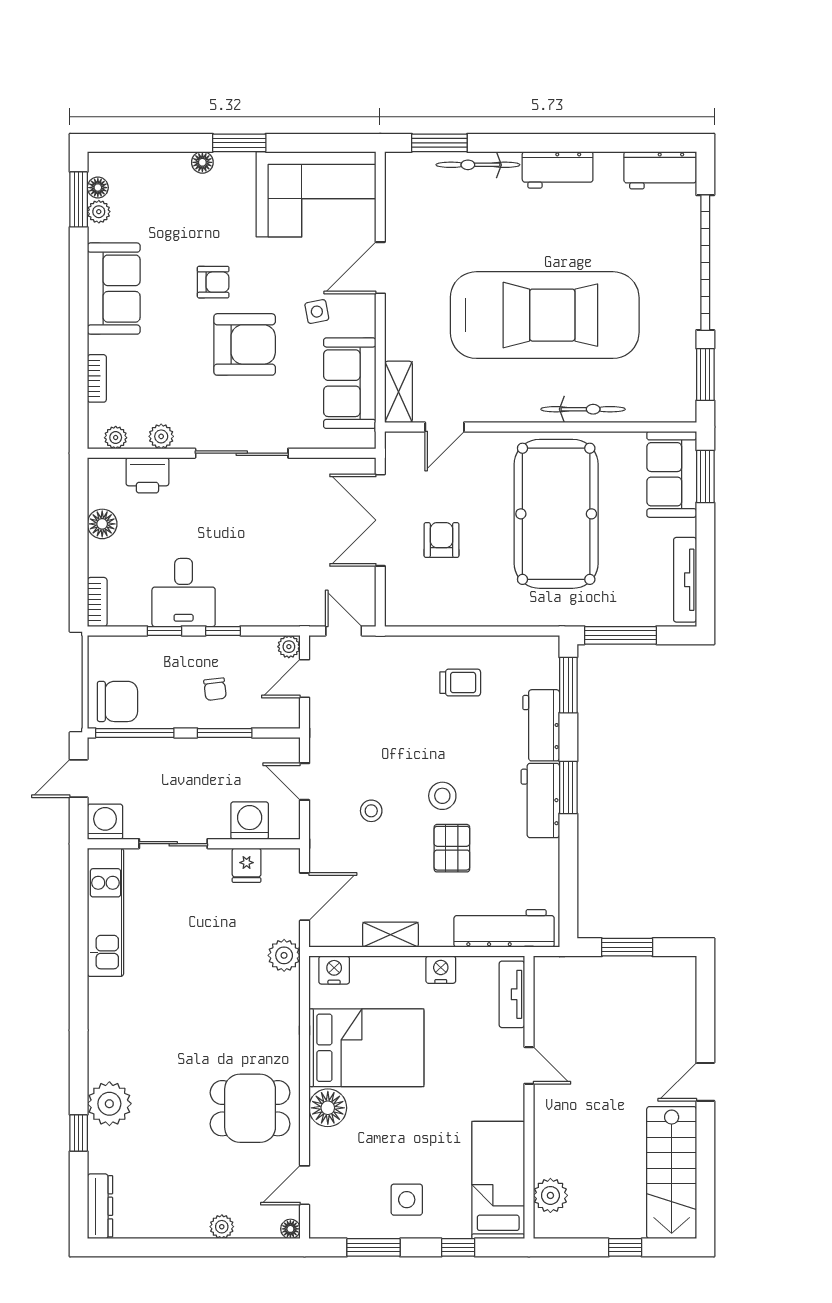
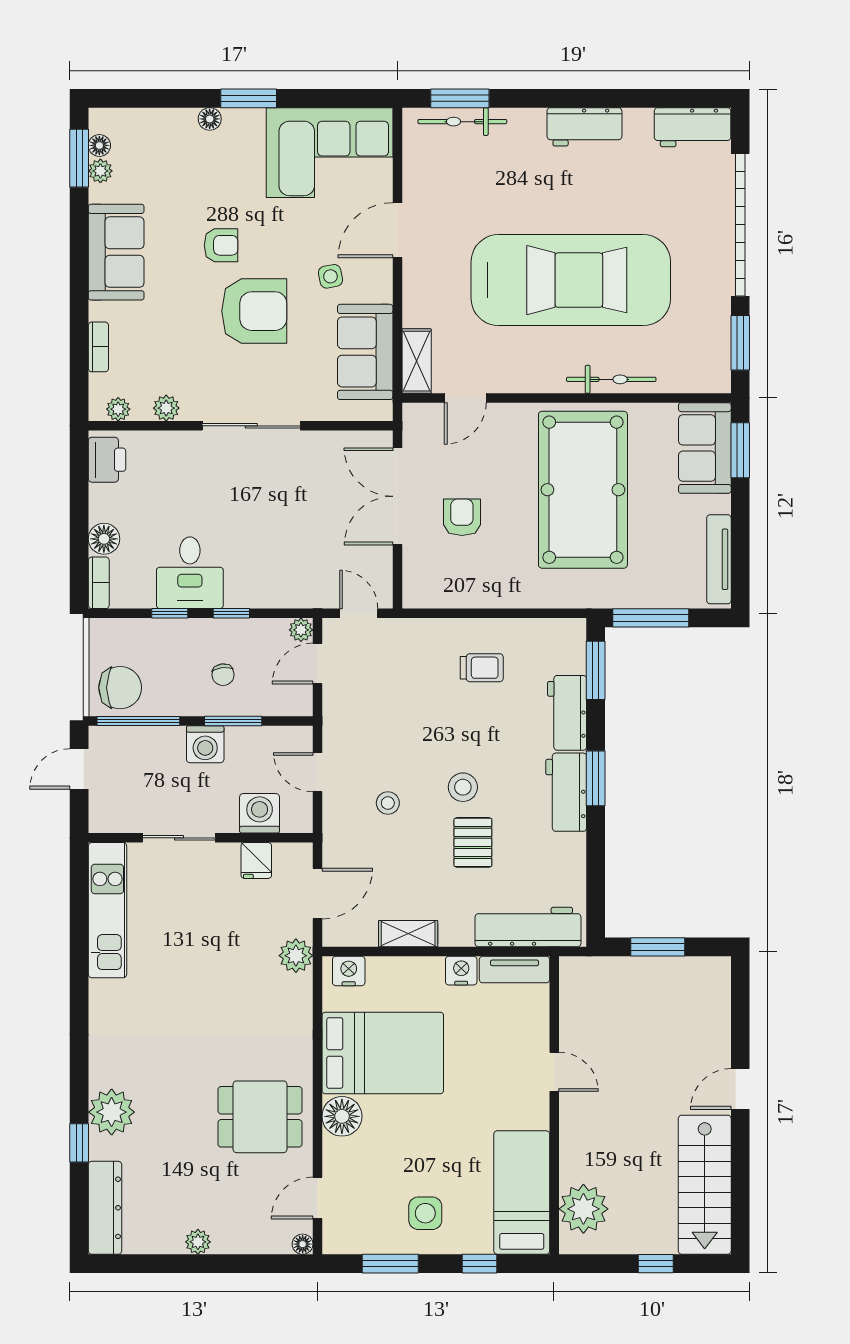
bicycle: (478, 165) -> (462, 122), moved
printer: (147, 475) -> (107, 460), moved, turned -90
floor lamp: (102, 524) -> (104, 539), moved
washing machine: (105, 822) -> (205, 744), moved, turned 180
tv unit: (512, 994) -> (514, 970), moved, turned -90
plant: (550, 1195) -> (583, 1209), width x1.36, depth x1.36
dresser: (100, 1206) -> (105, 1208), width x1.37, depth x1.24
plant: (222, 1227) -> (198, 1242), moved

